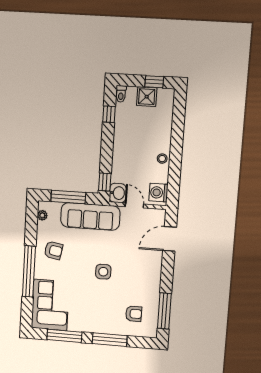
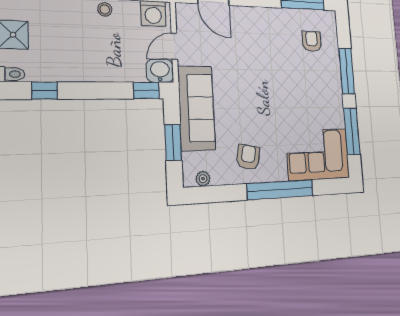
window: (68, 197) -> (173, 142), width x0.69
side table: (103, 272) -> (266, 85), removed

